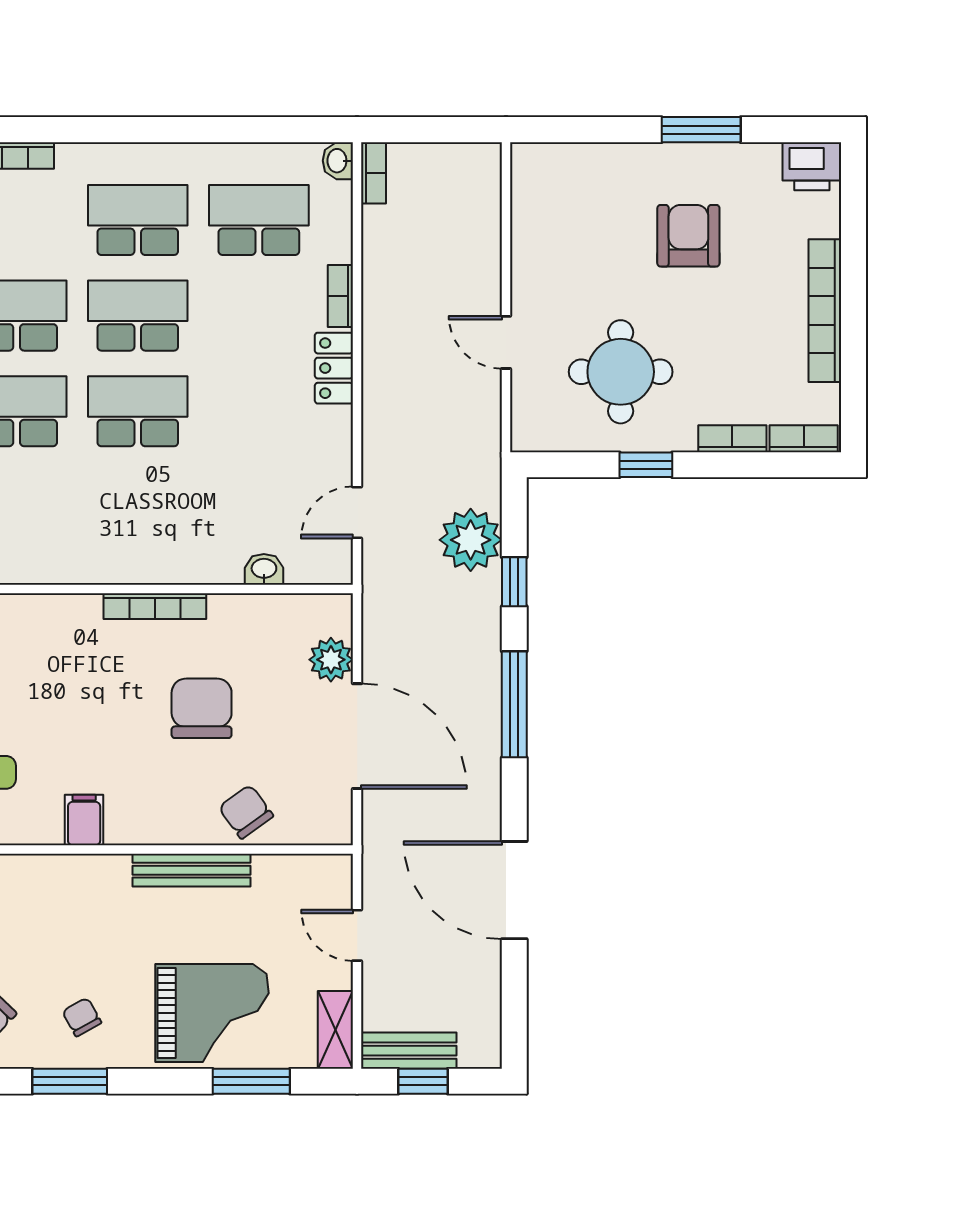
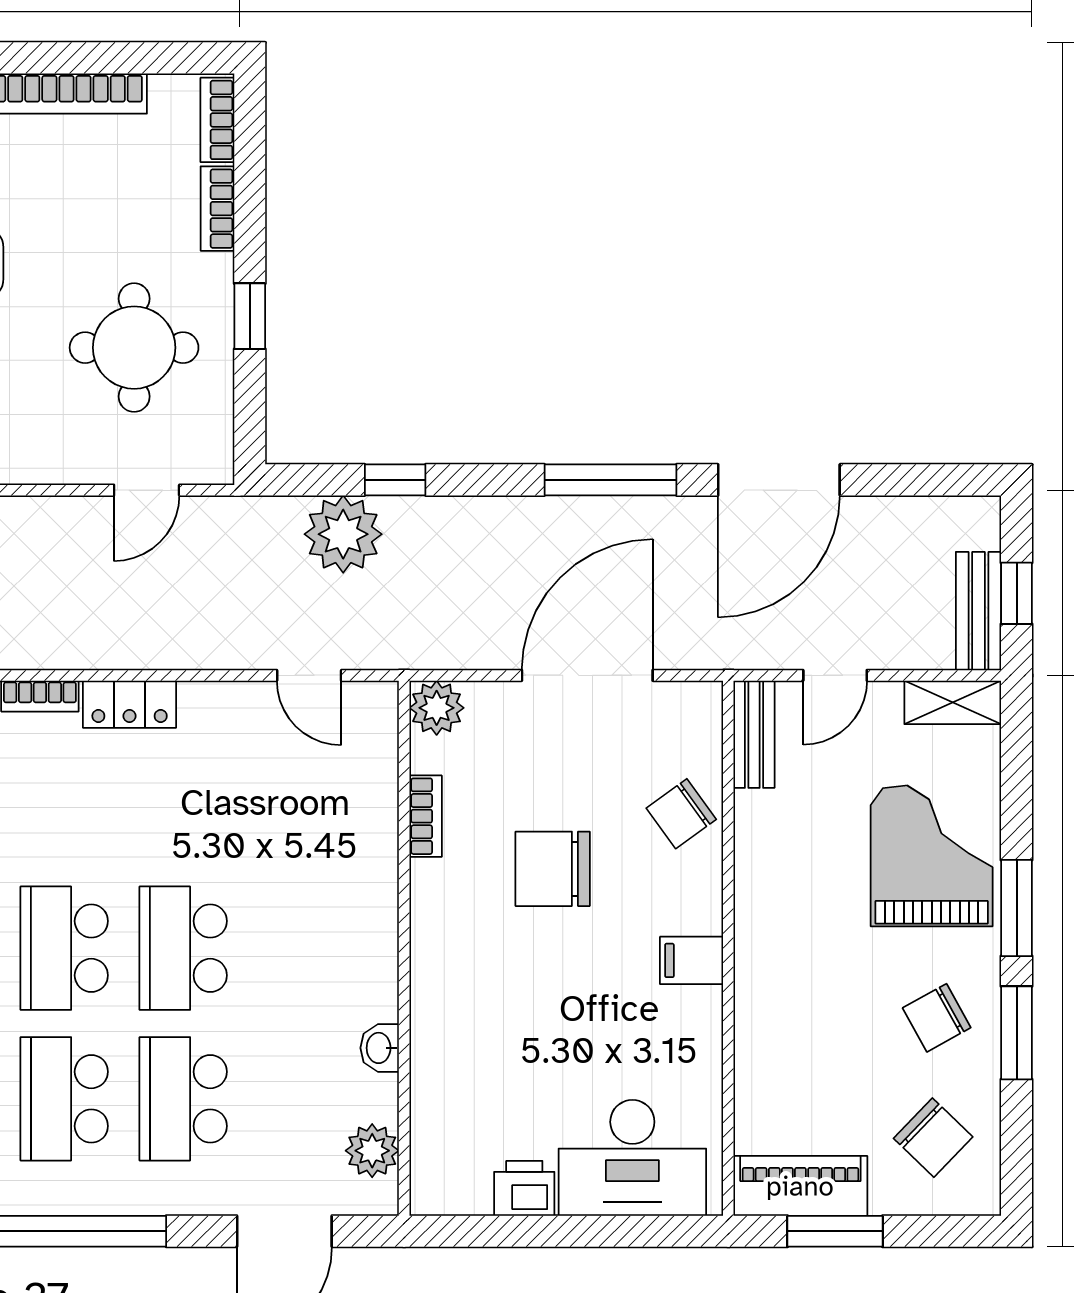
door: (506, 342) -> (147, 490), moved
washbasin: (264, 569) -> (380, 1048), moved
bookcase: (155, 606) -> (426, 816), moved, width x0.64
plant: (331, 660) -> (437, 708), moved
window: (514, 704) -> (611, 480), moved
filing cabinet: (84, 820) -> (692, 960), moved
bench: (192, 870) -> (754, 734), moved, width x0.73
chair: (82, 1017) -> (937, 1018), width x1.37, depth x1.37
window: (251, 1081) -> (1017, 908), moved

